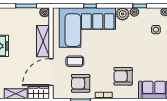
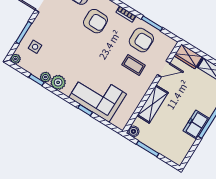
corner sofa: (87, 27) -> (98, 96), width x0.73, depth x0.74
door: (51, 72) -> (164, 69), width x0.53

